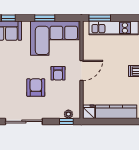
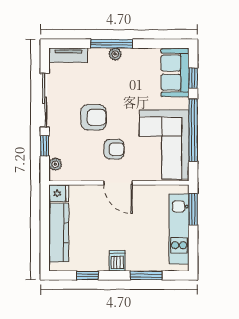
window: (45, 18) -> (193, 130), width x2.11
armchair: (58, 73) -> (114, 149), turned 180
window: (66, 121) -> (45, 146), moved

